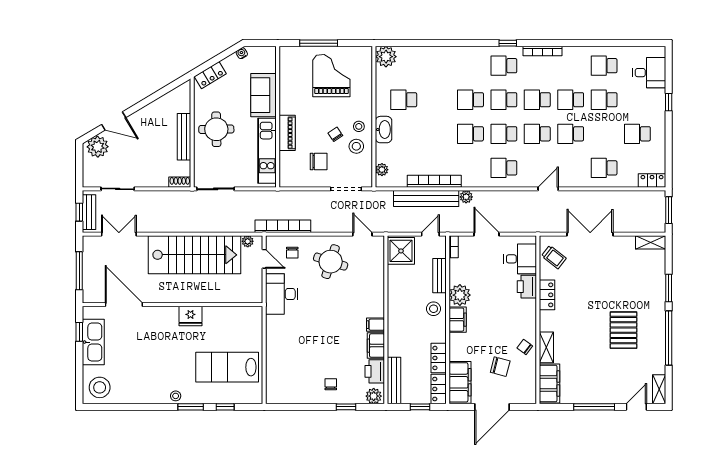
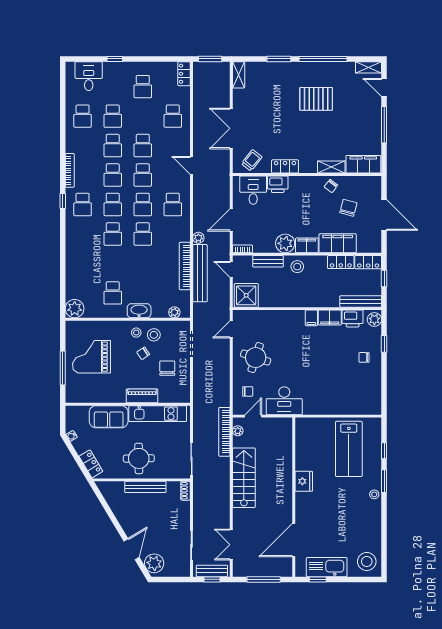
bookcase: (283, 226) -> (224, 432), moved
stairs: (194, 255) -> (244, 478), width x0.73, depth x0.66
filing cabinet: (460, 382) -> (338, 243), moved

